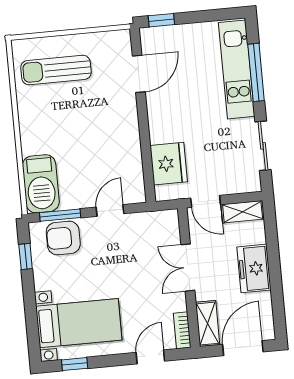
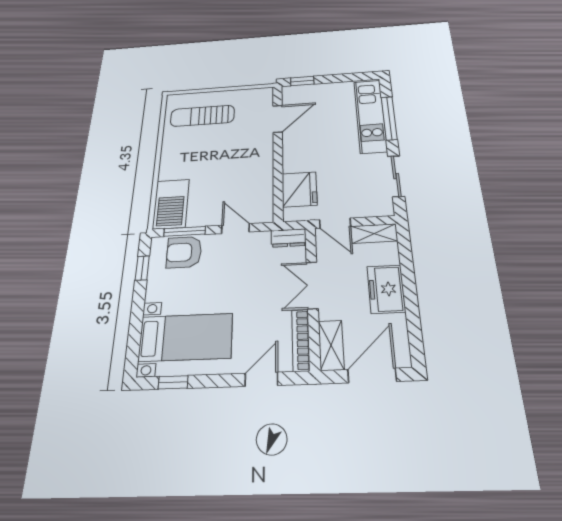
door: (110, 210) -> (236, 229), hinge flipped
dresser: (162, 219) -> (289, 238), added
bookcase: (182, 330) -> (301, 340), width x1.56

